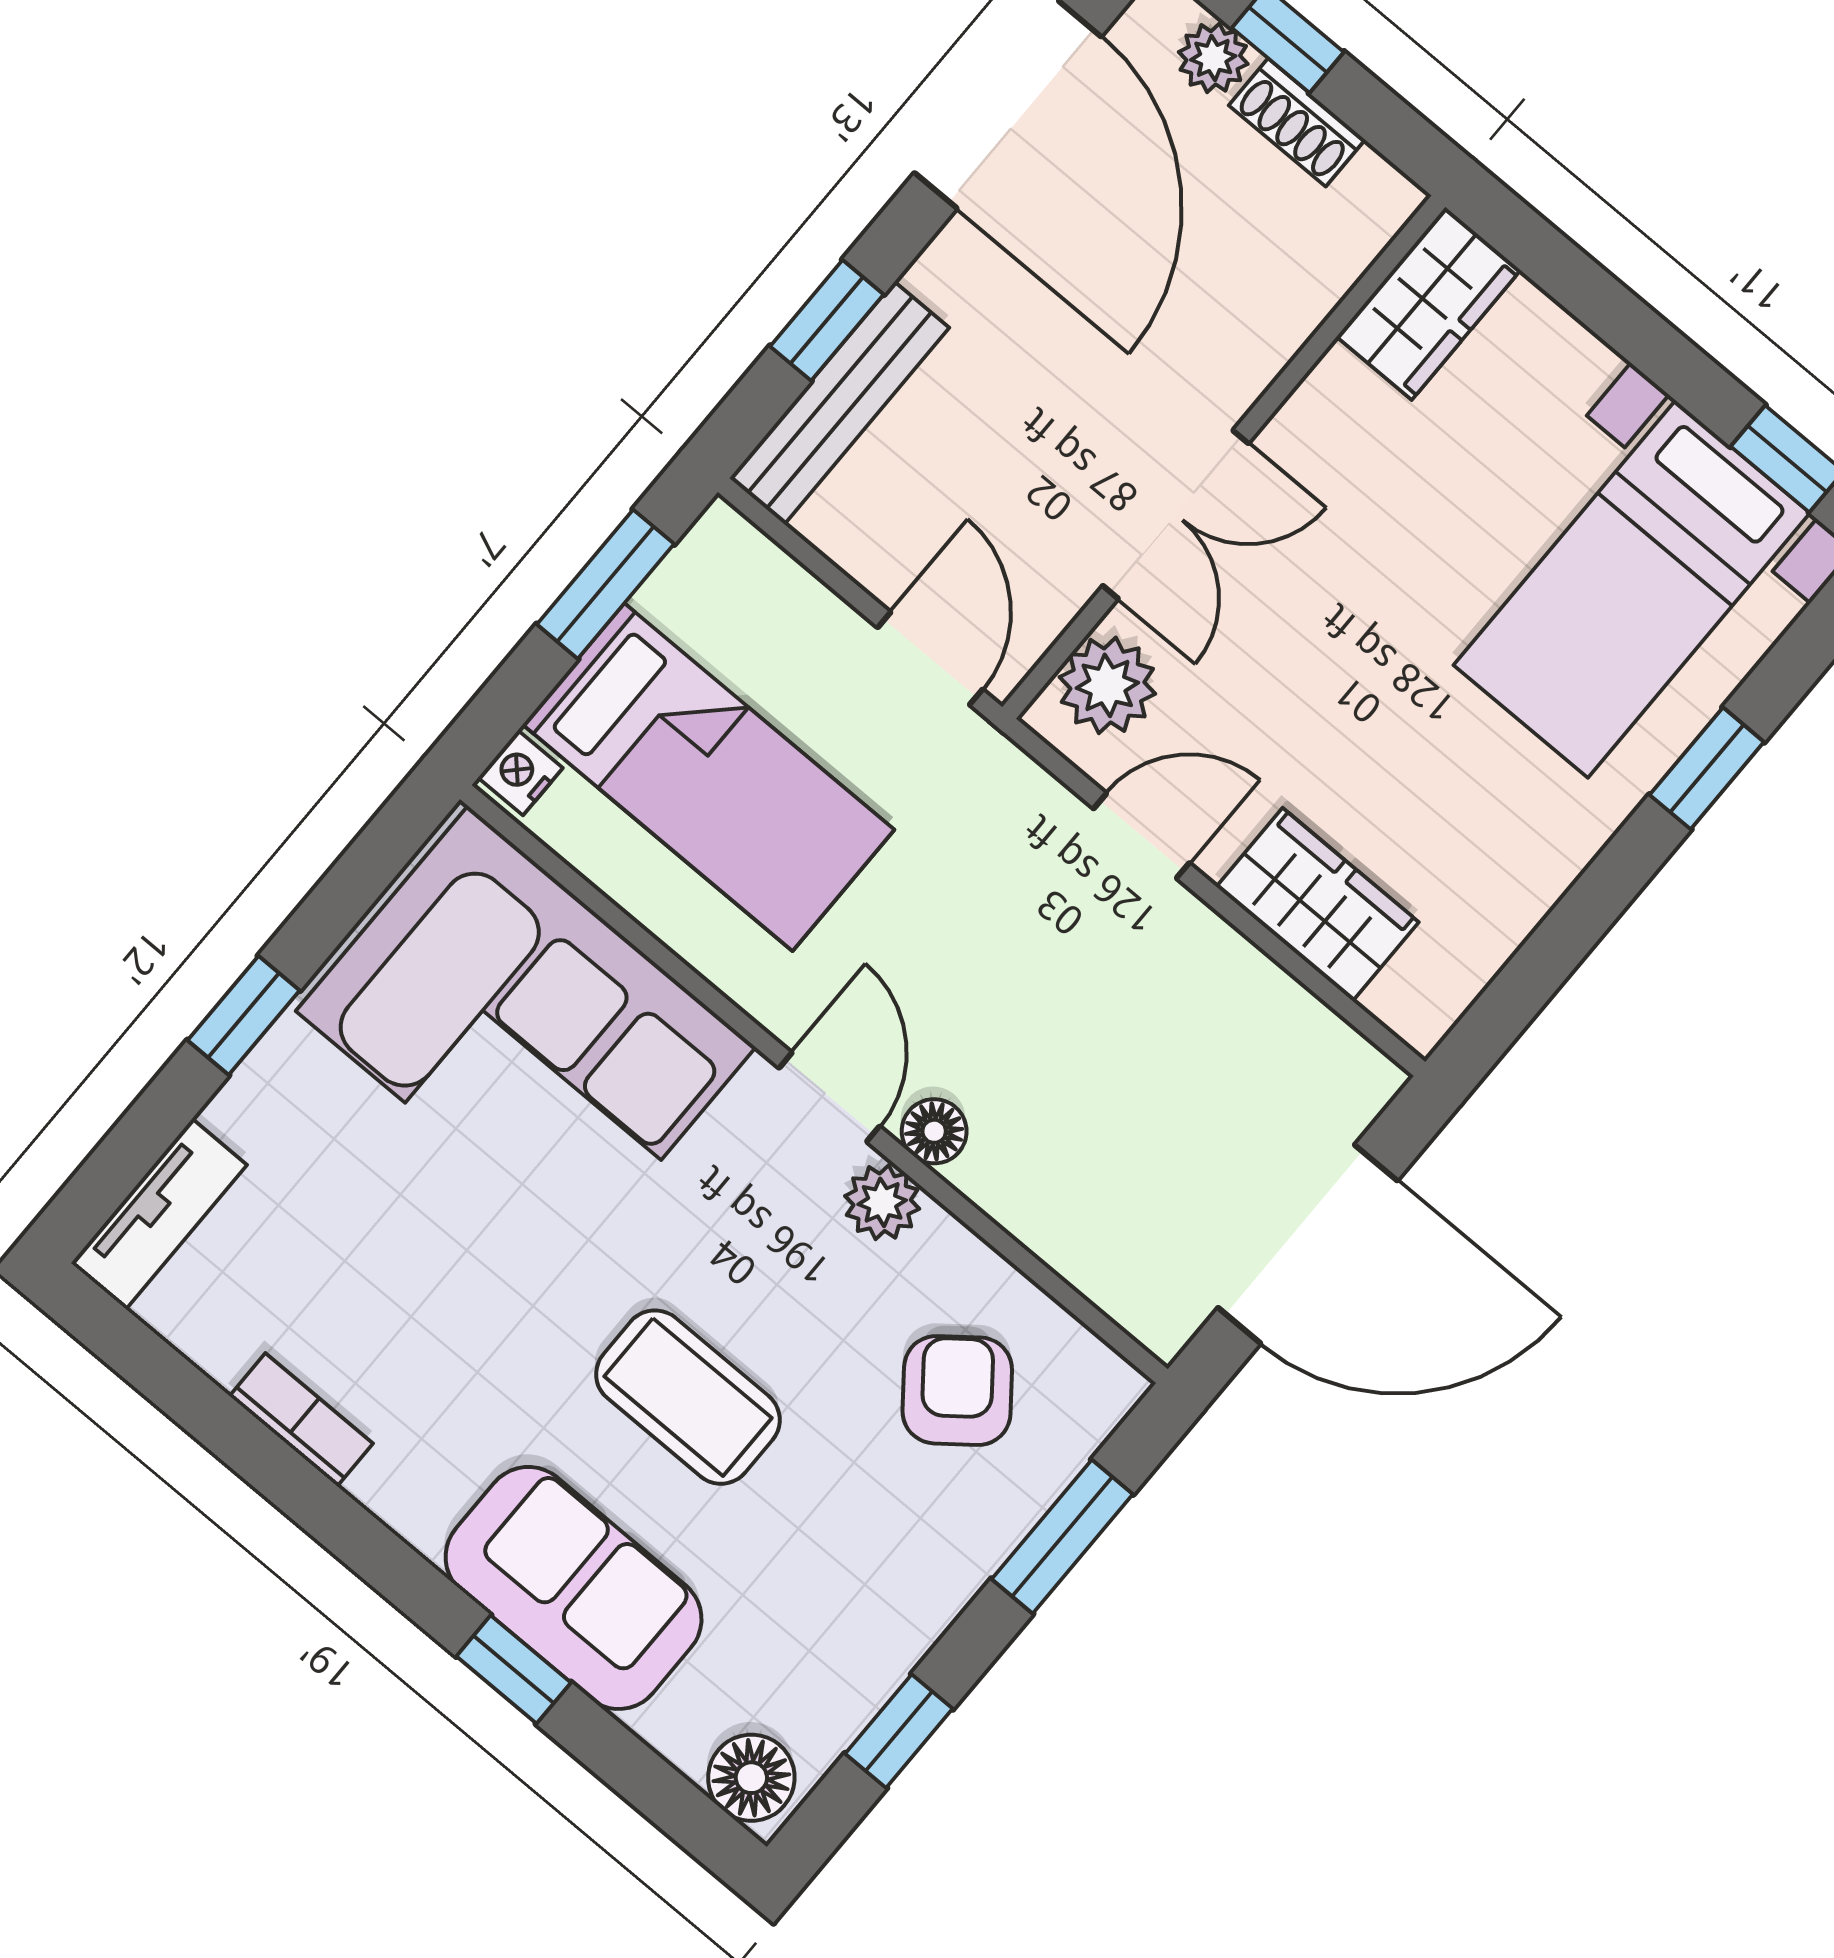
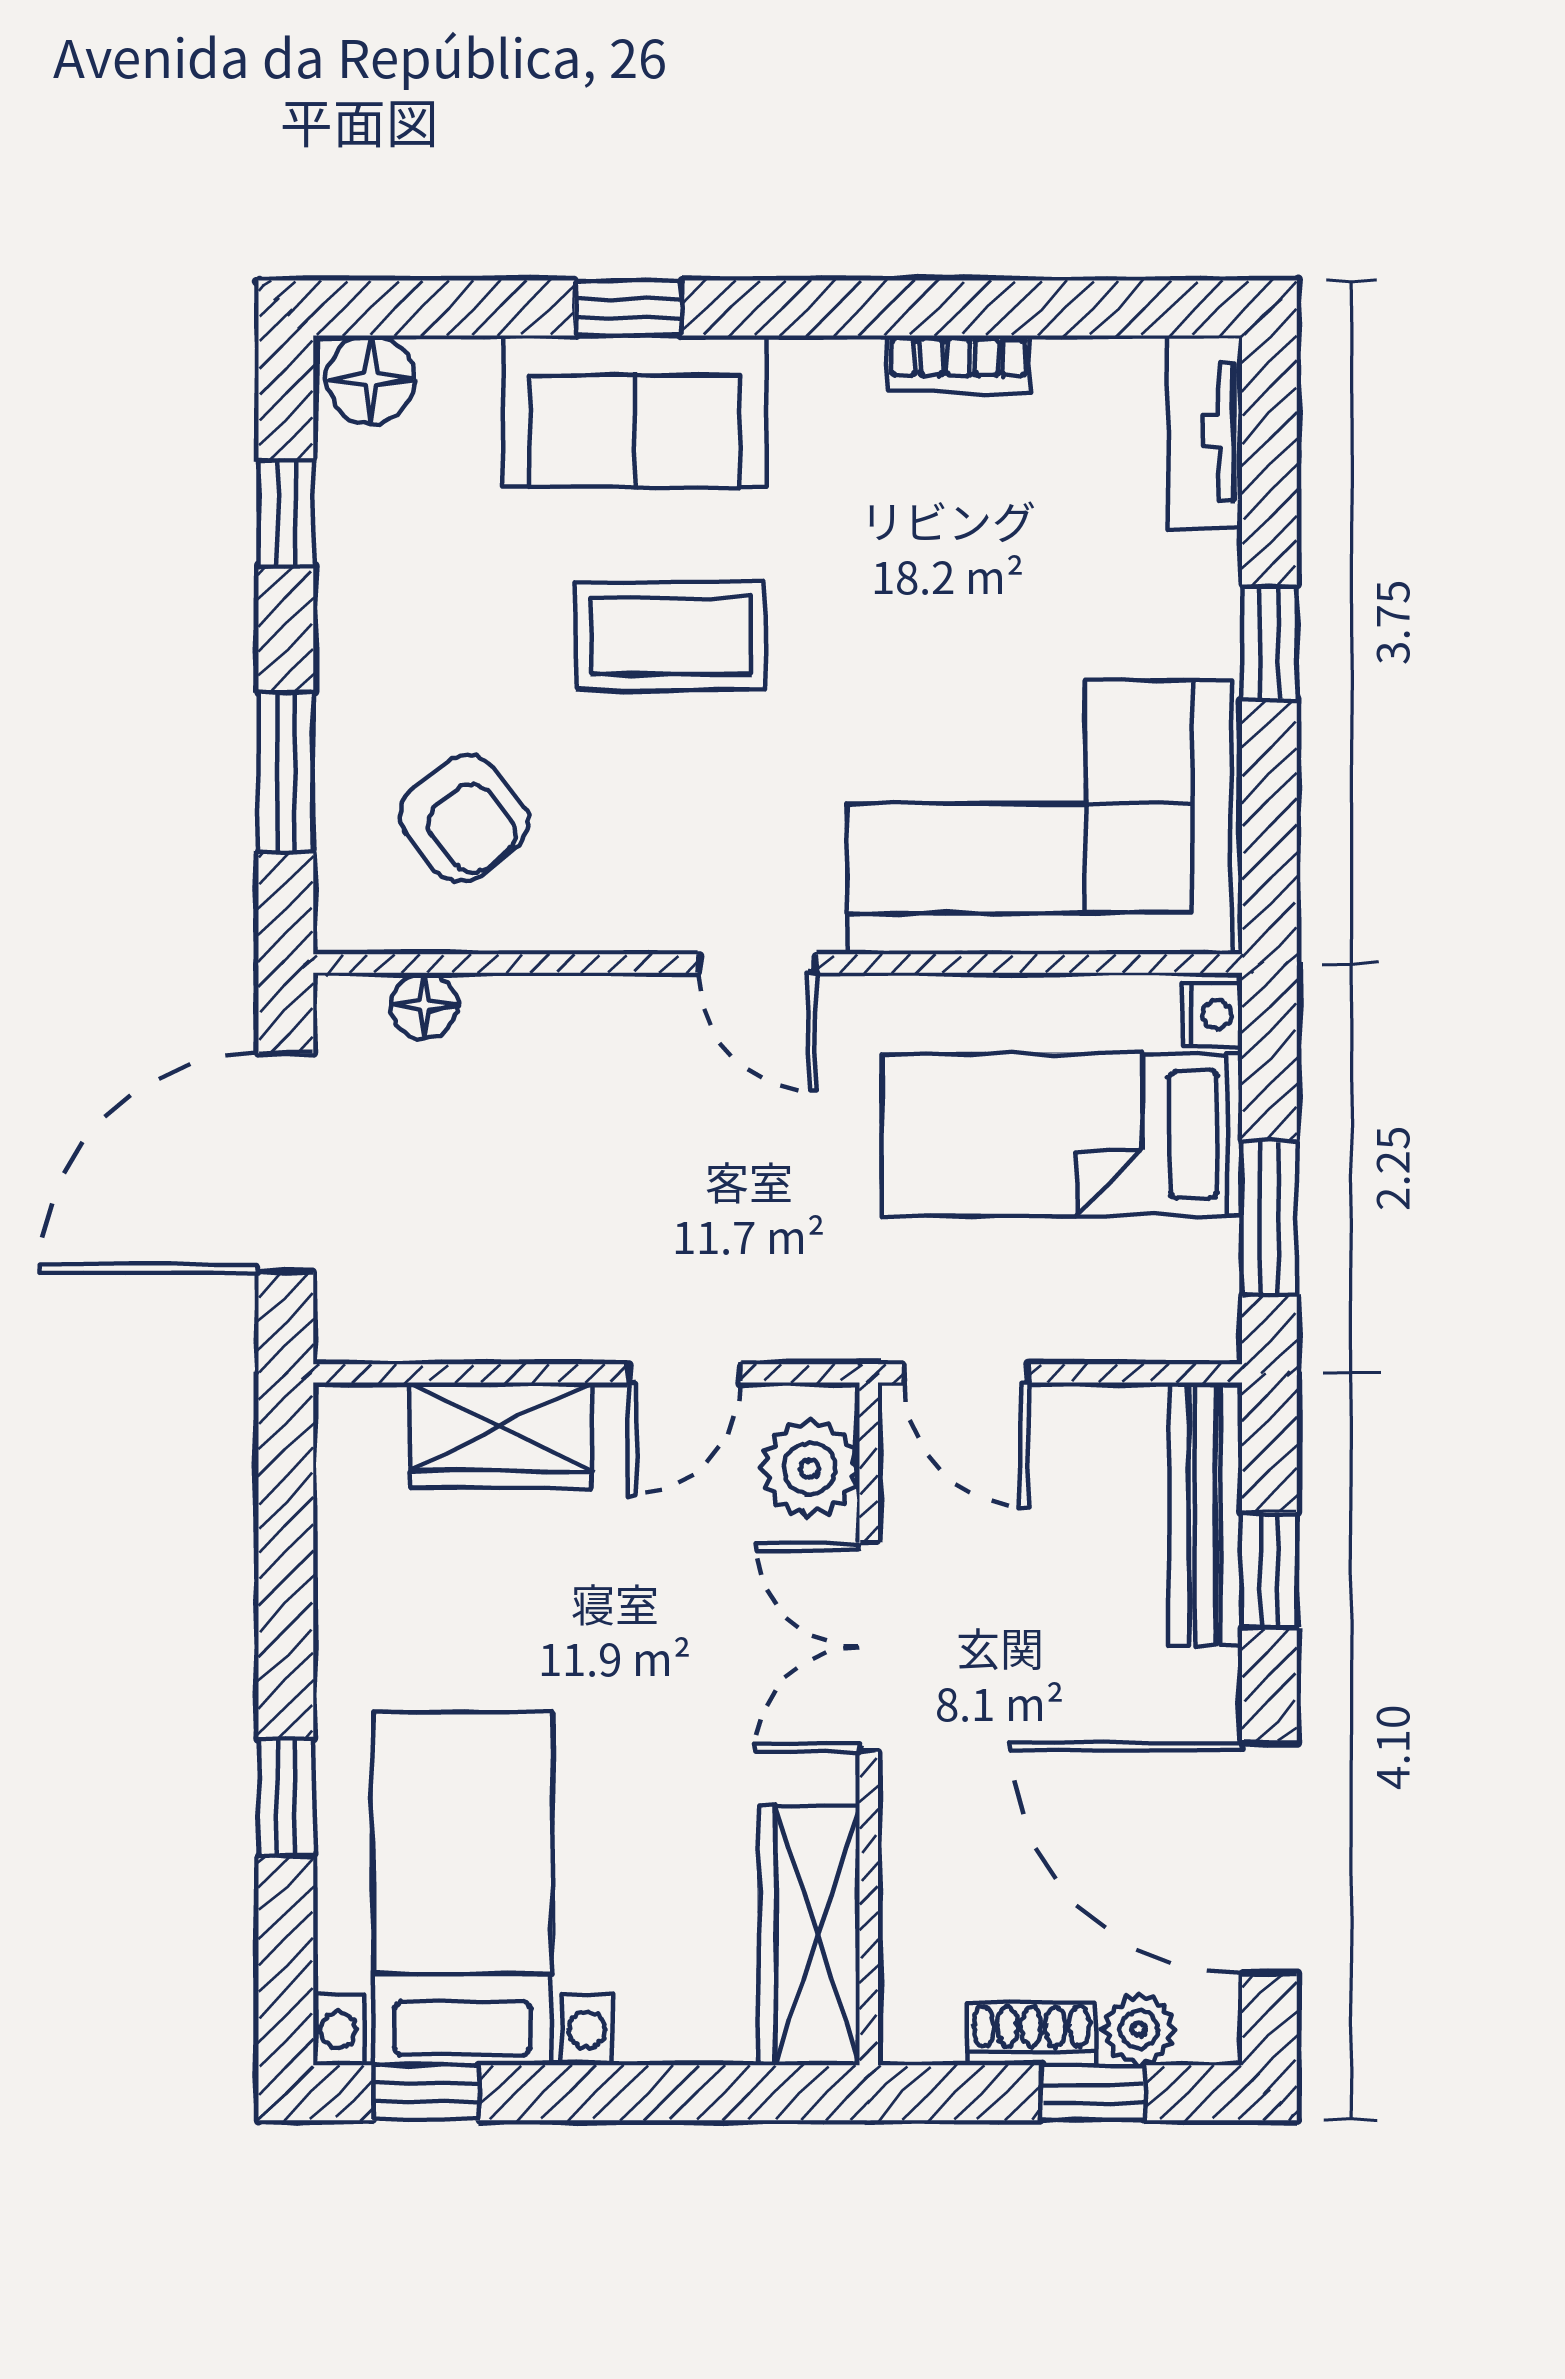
wardrobe: (1429, 303) -> (809, 1935), width x1.50
floor lamp: (934, 1131) -> (424, 1006), moved
plant: (882, 1202) -> (647, 916), removed

